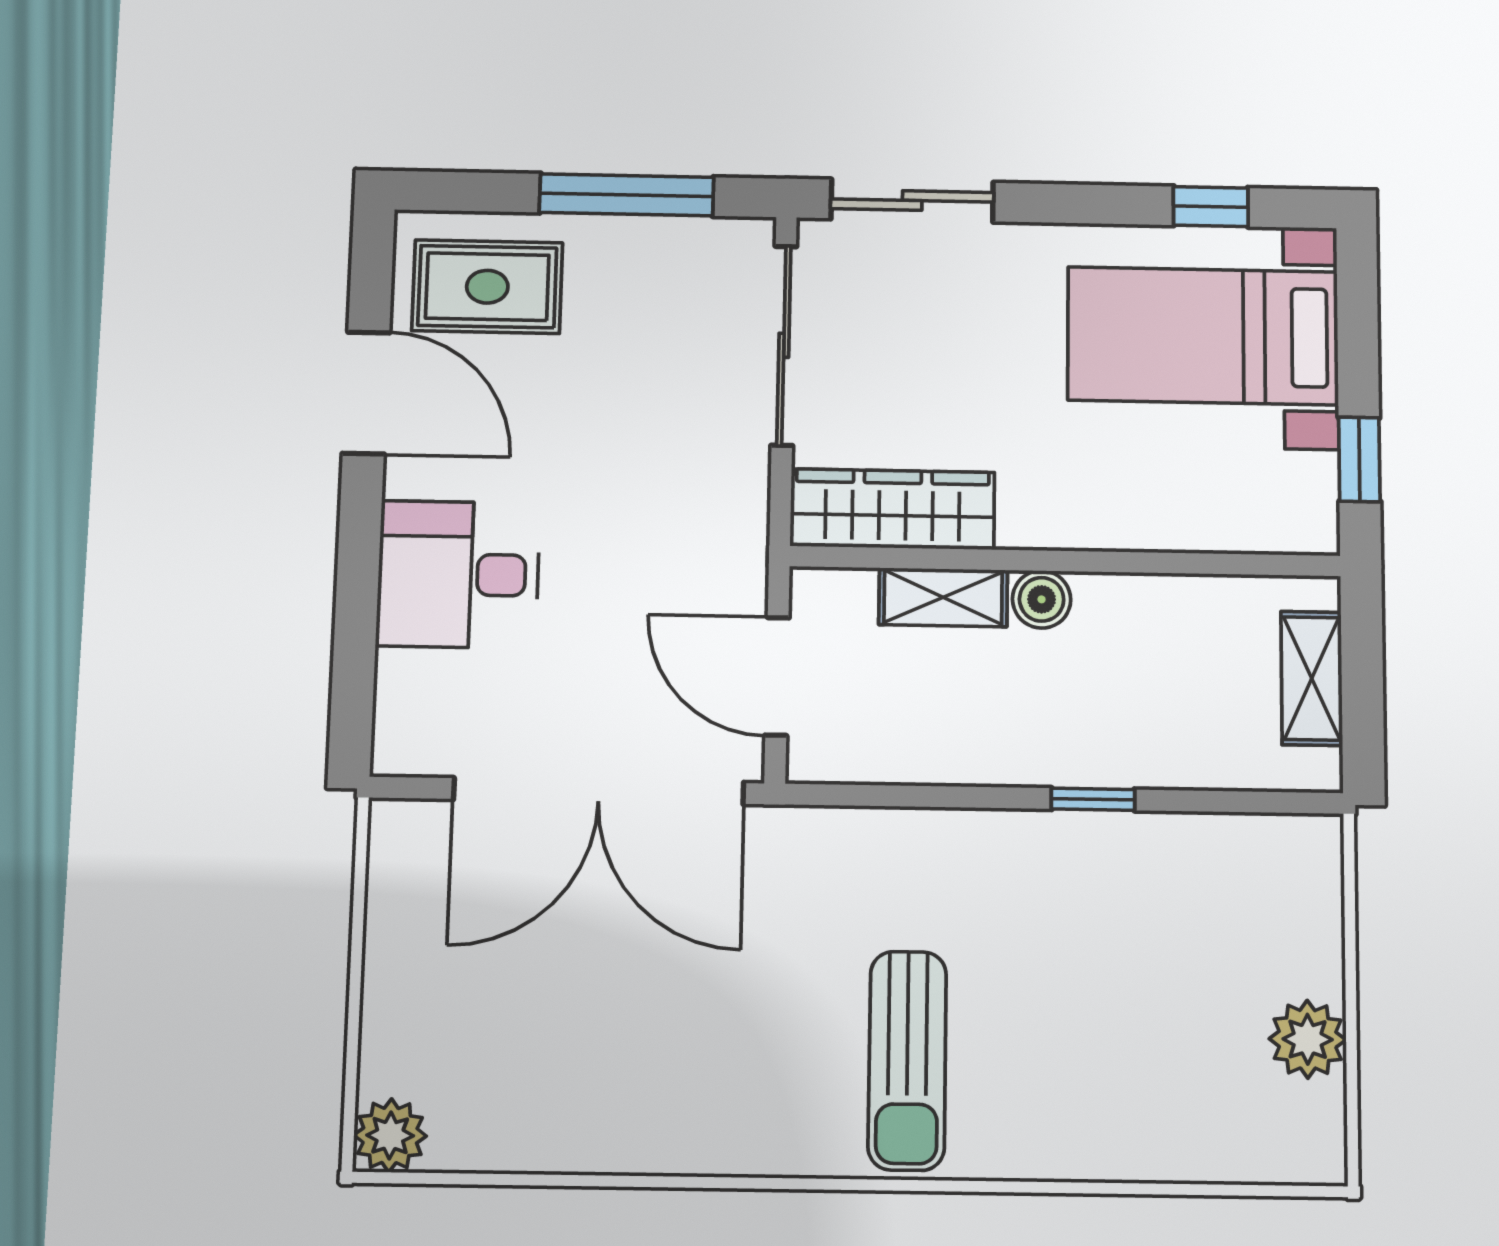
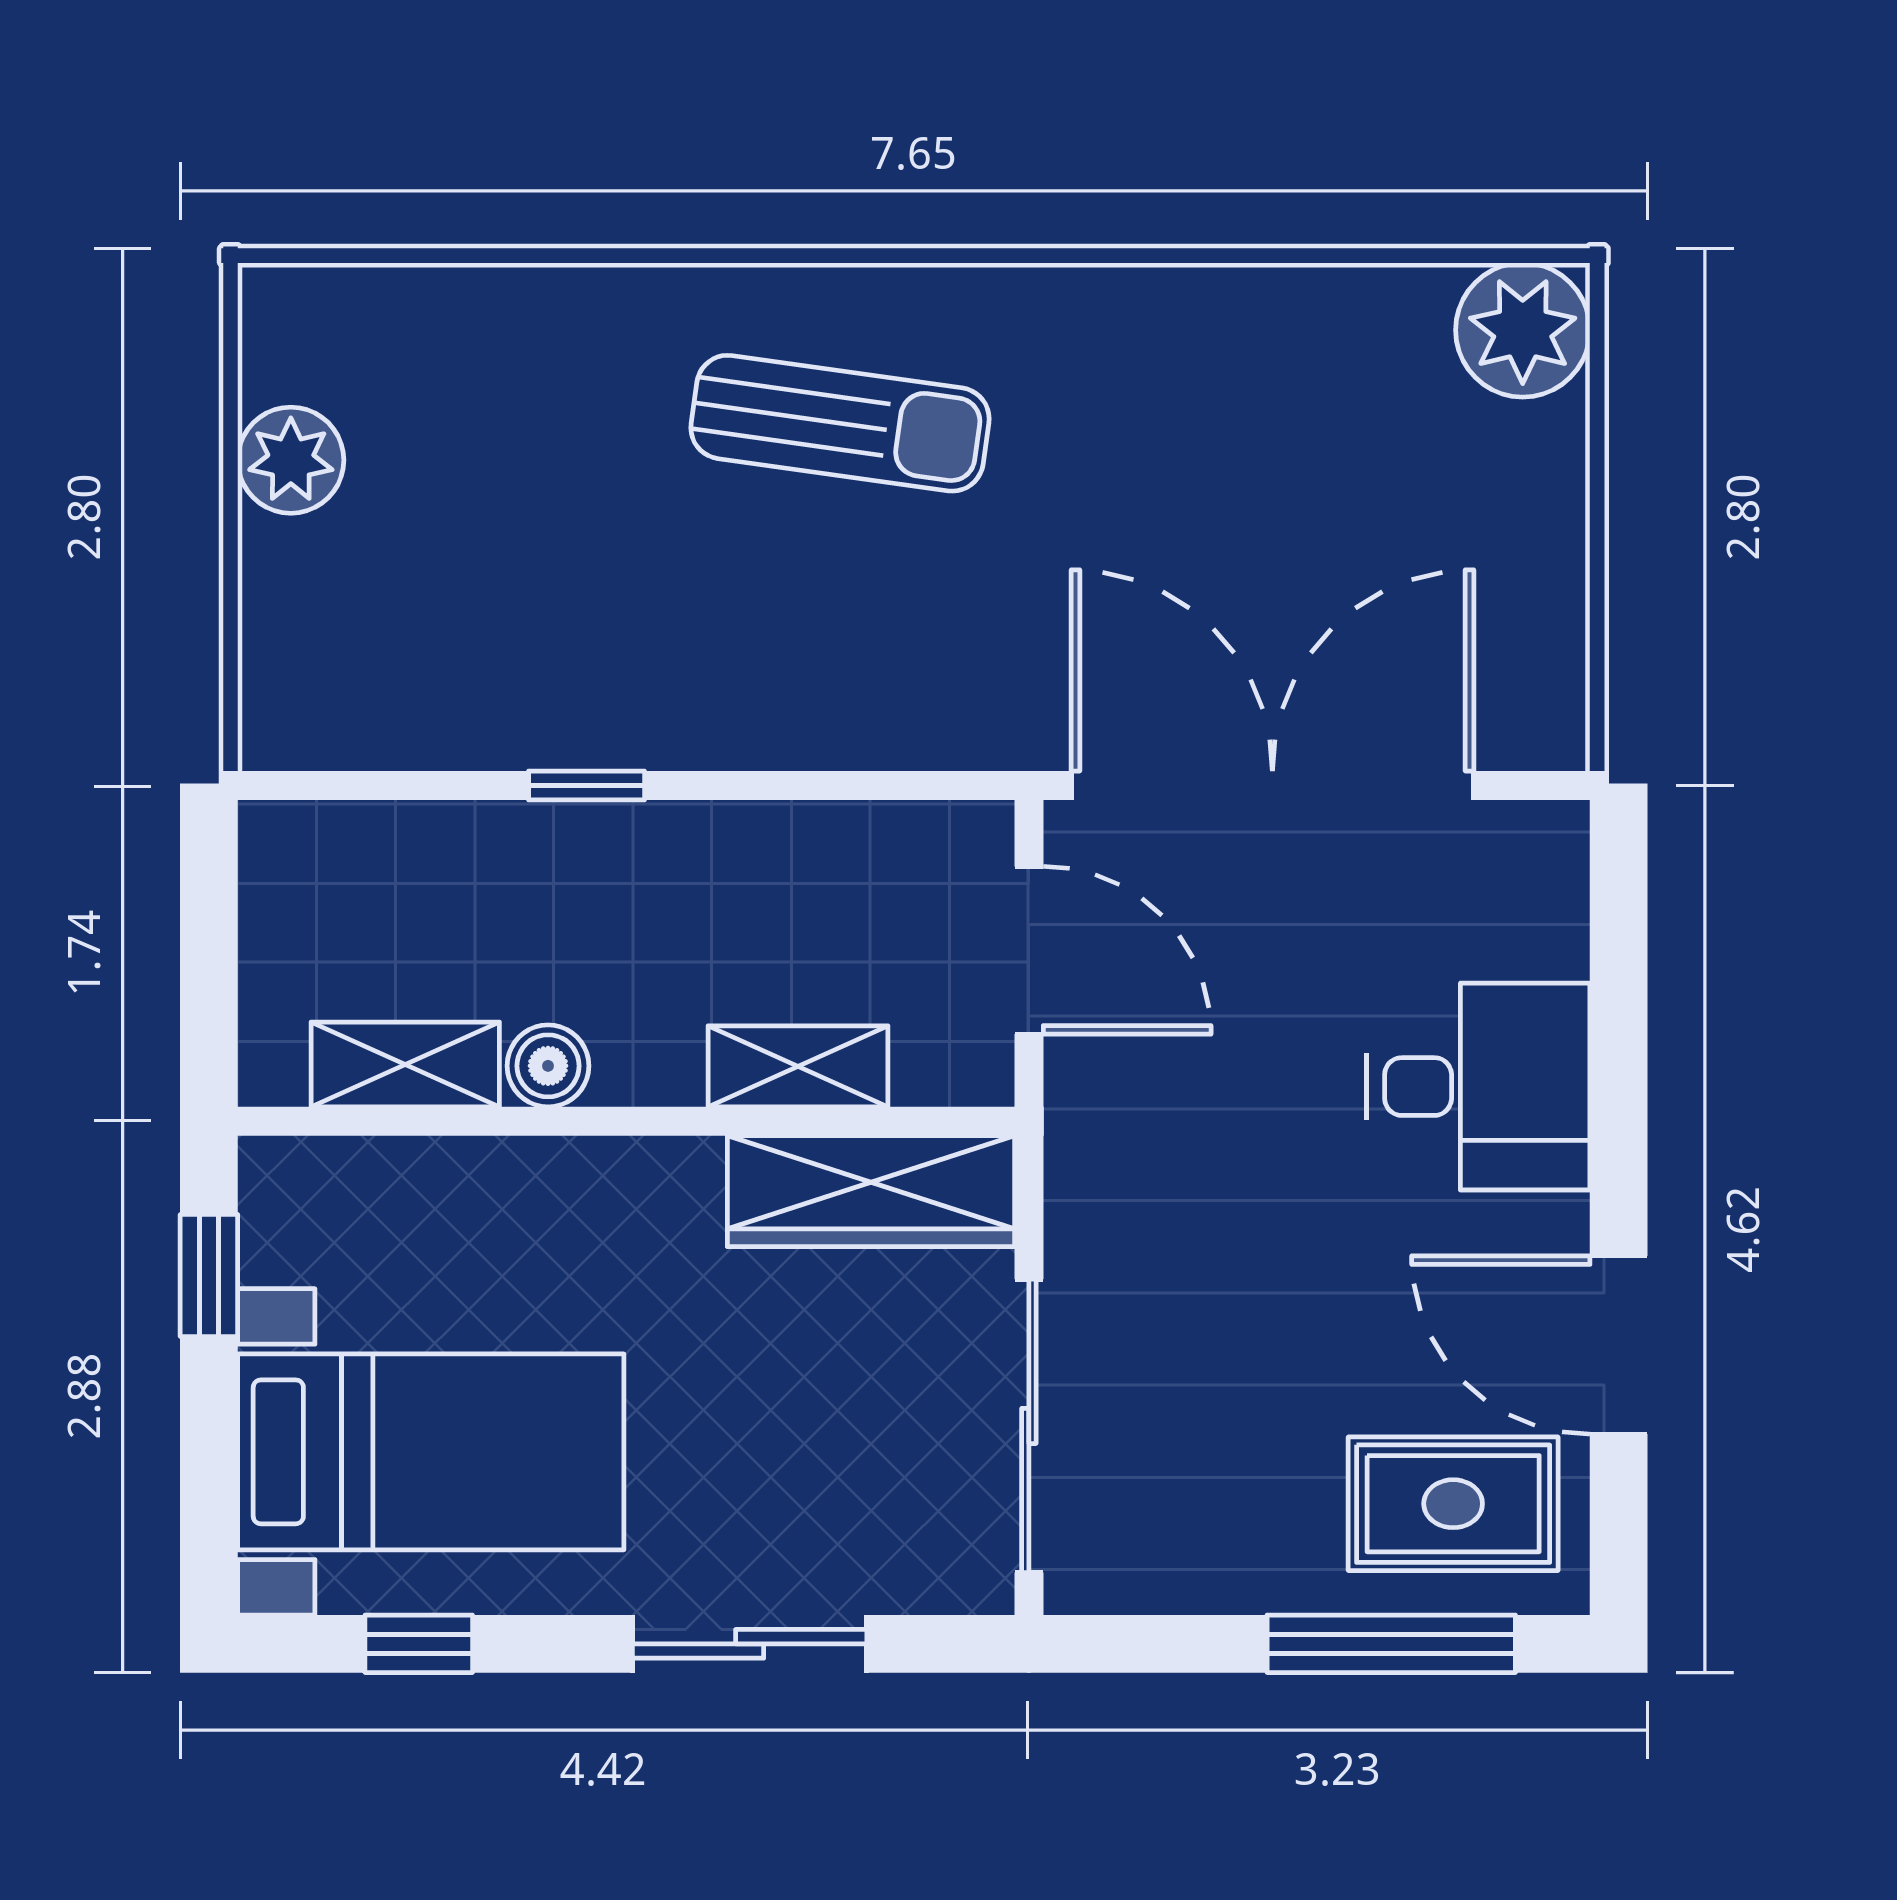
window: (627, 195) -> (1391, 1644), moved
sliding door: (912, 201) -> (750, 1644), moved
boiler: (1042, 599) -> (548, 1066), moved
shelving: (1312, 678) -> (405, 1064), moved, turned 90
sun lounger: (907, 1060) -> (840, 423), turned 98
plant: (390, 1135) -> (1523, 330), width x1.36, depth x1.36

